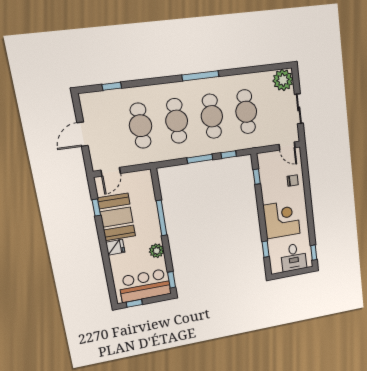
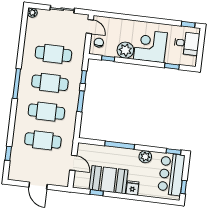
plant: (283, 80) -> (32, 13), width x0.53, depth x0.53
door: (287, 146) -> (90, 27), hinge flipped
door: (111, 172) -> (73, 163), moved
chair: (293, 181) -> (99, 43), moved
plant: (271, 193) -> (125, 50), added

